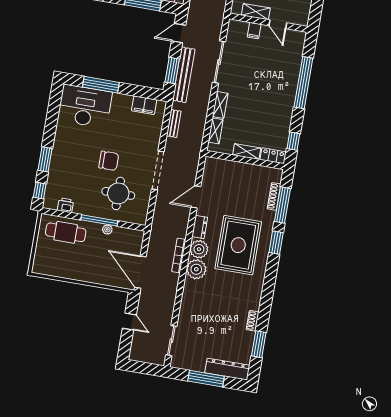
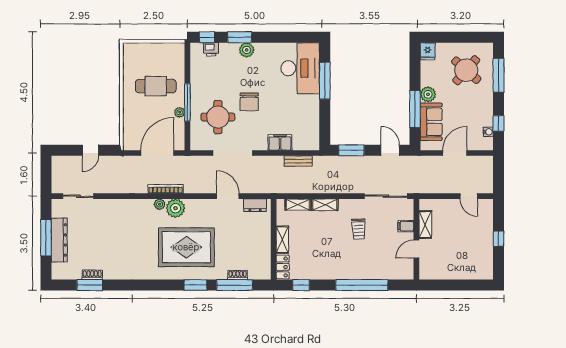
sliding door: (219, 62) -> (386, 196), moved
bench: (184, 75) -> (349, 163), removed
trolley: (249, 76) -> (359, 229), added
filing cabinet: (144, 105) -> (280, 142), moved, turned 90
plant: (58, 155) -> (247, 50), added
doorway: (158, 170) -> (233, 153), moved
shoe rack: (274, 196) -> (238, 275), width x0.70
printer: (65, 205) -> (211, 49), moved, turned 90
dresser: (200, 227) -> (255, 205), moved
cafe table: (66, 232) -> (156, 86), moved, turned 90
plant: (196, 269) -> (160, 204), width x0.53, depth x0.53
door: (140, 272) -> (157, 153), moved
shoe rack: (253, 321) -> (92, 275), moved
dresser: (227, 369) -> (59, 240), moved

